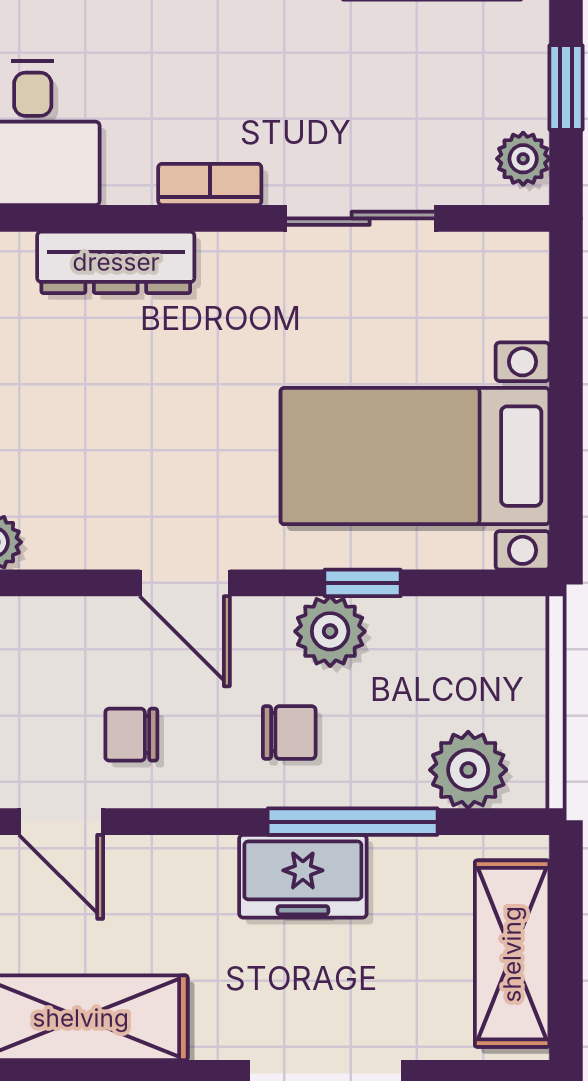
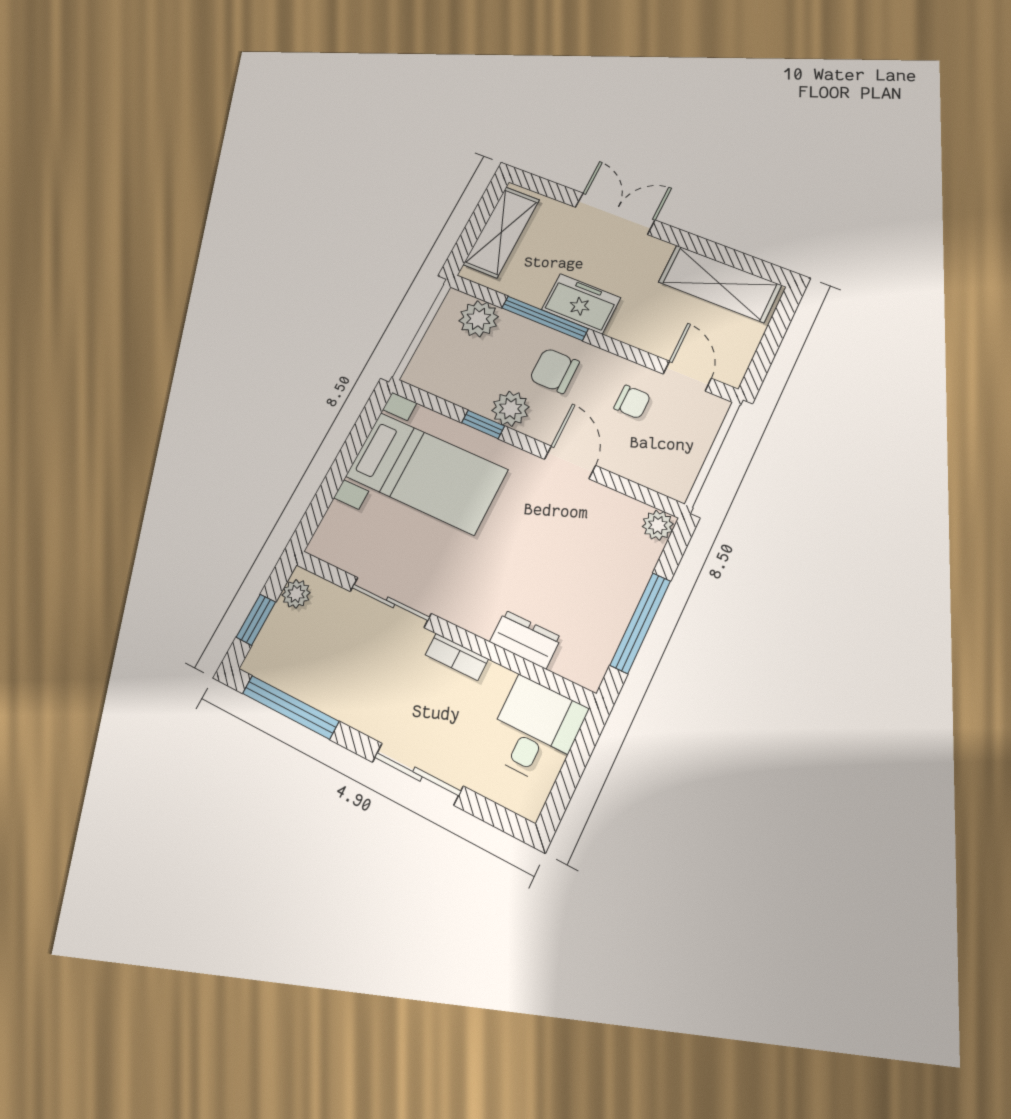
dresser: (116, 262) -> (525, 639), width x0.70
chair: (289, 732) -> (554, 371), width x1.37, depth x1.37

